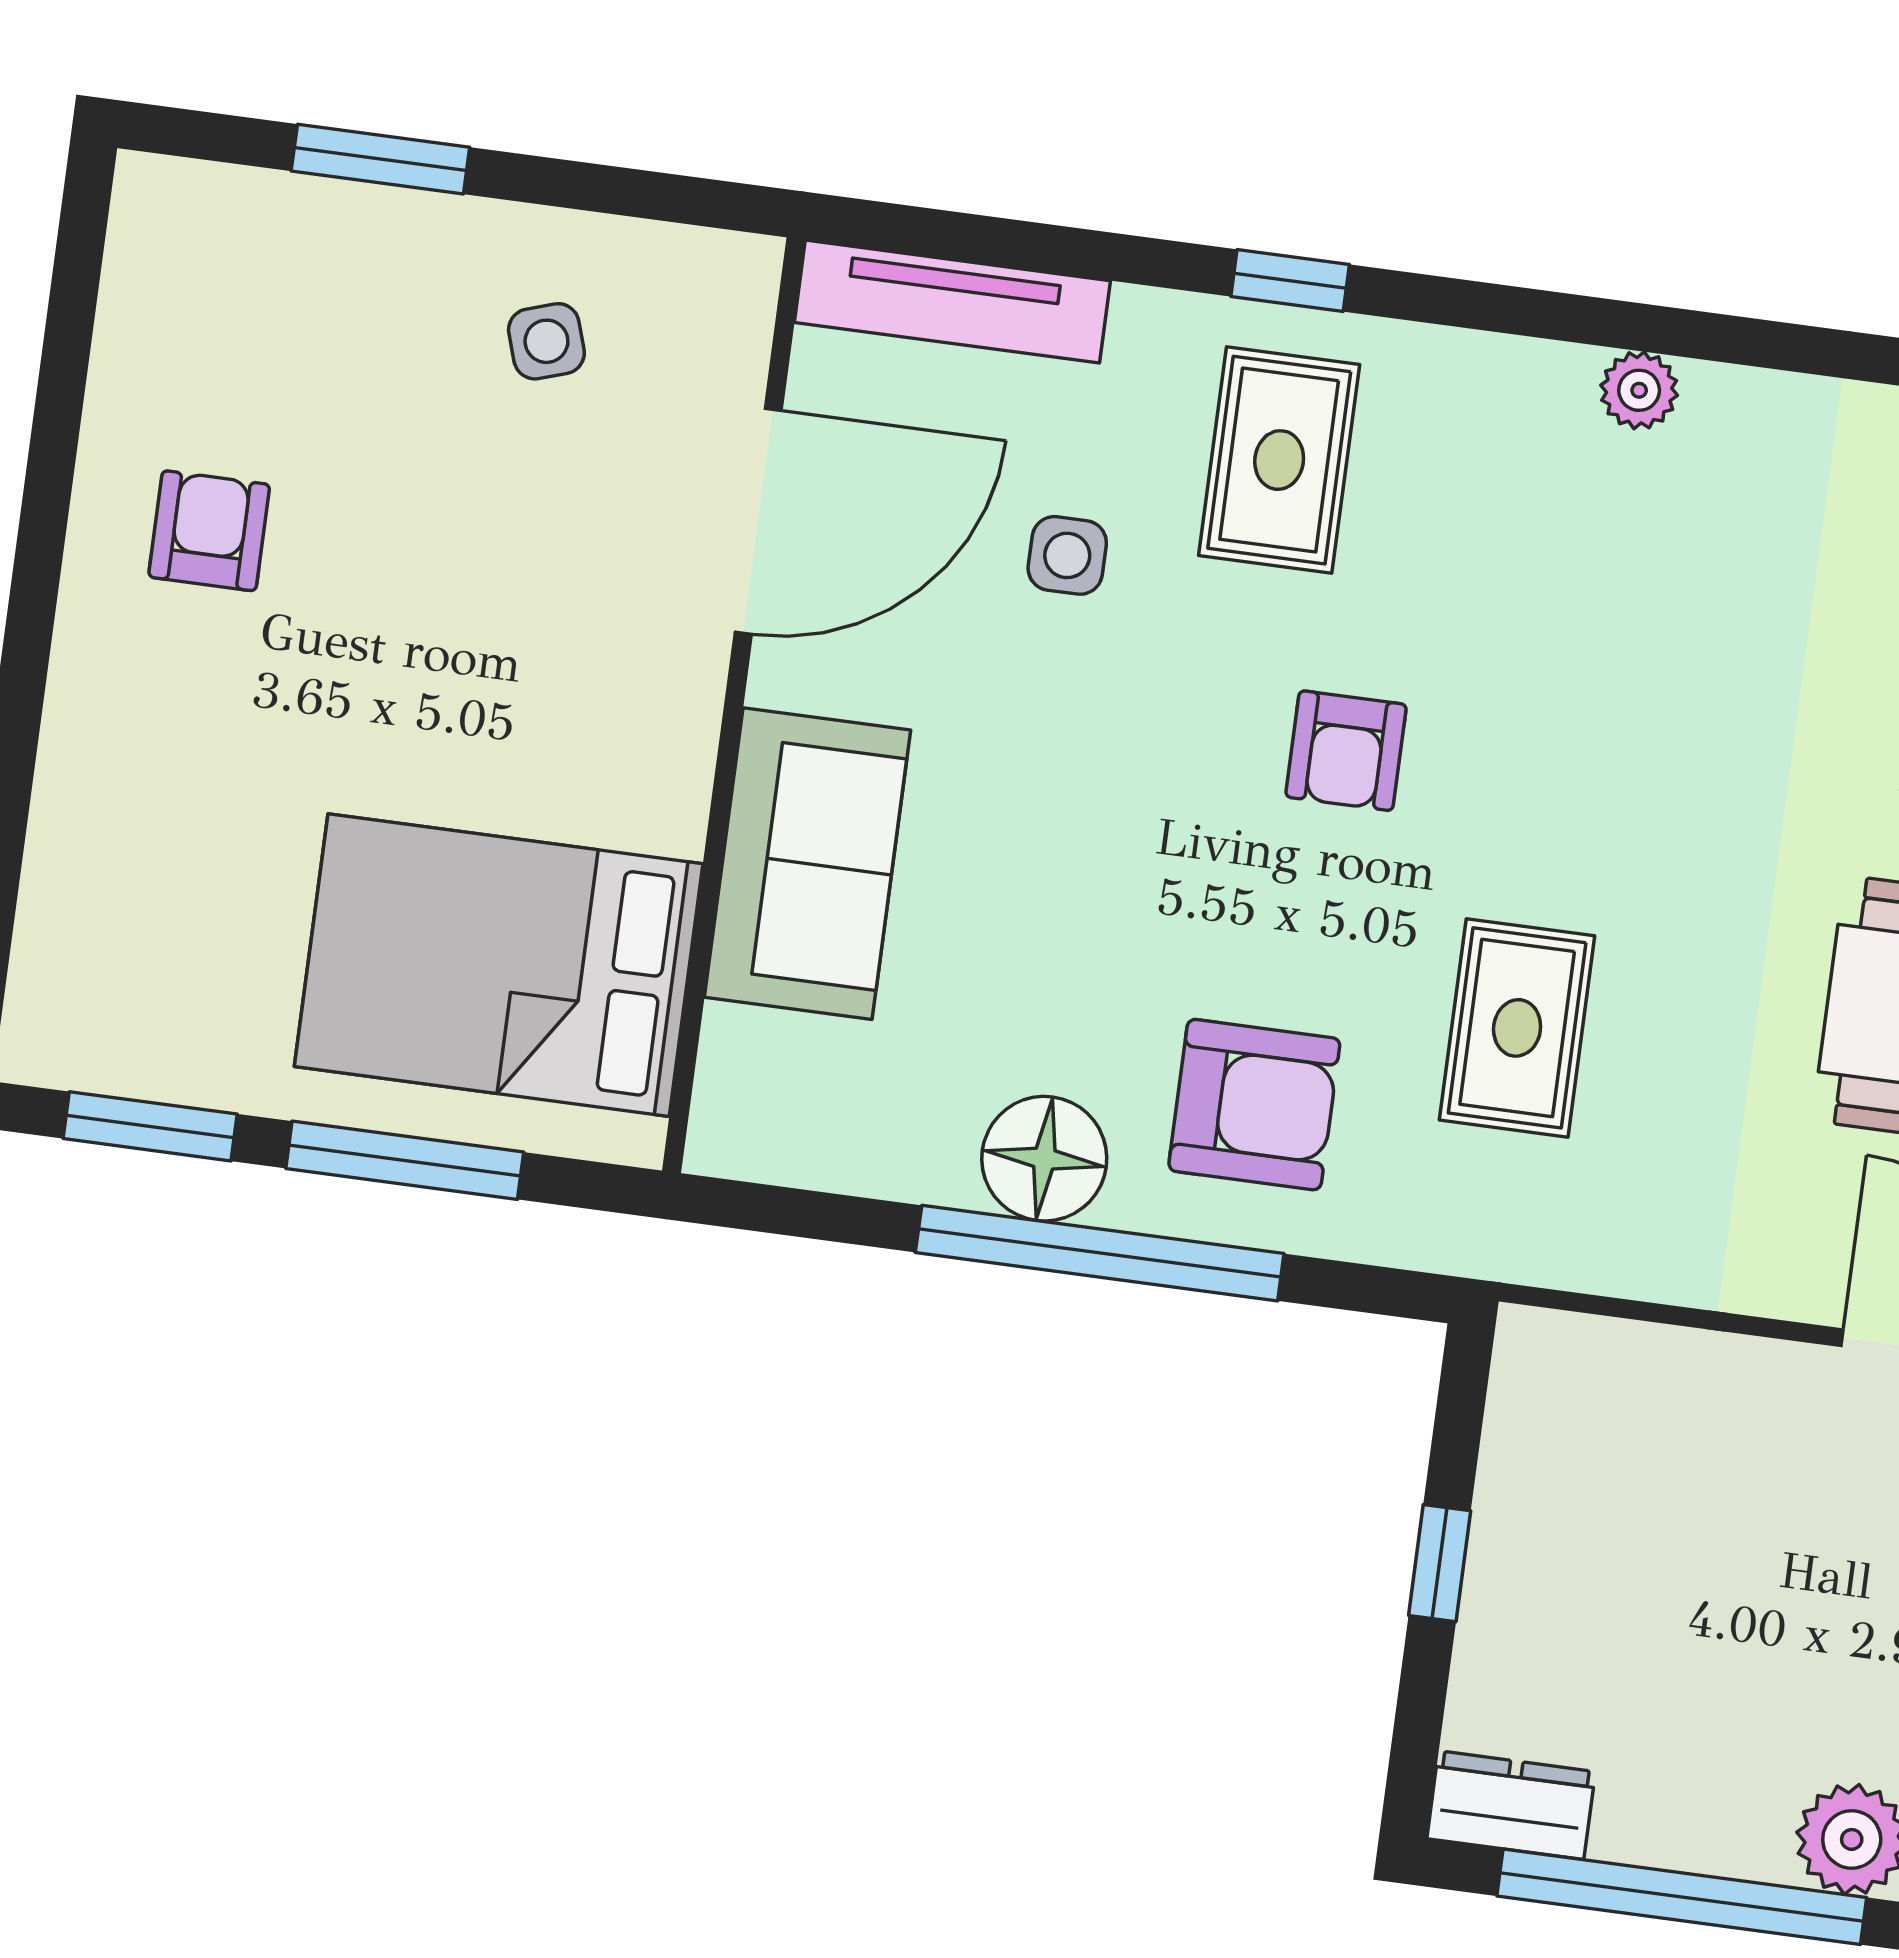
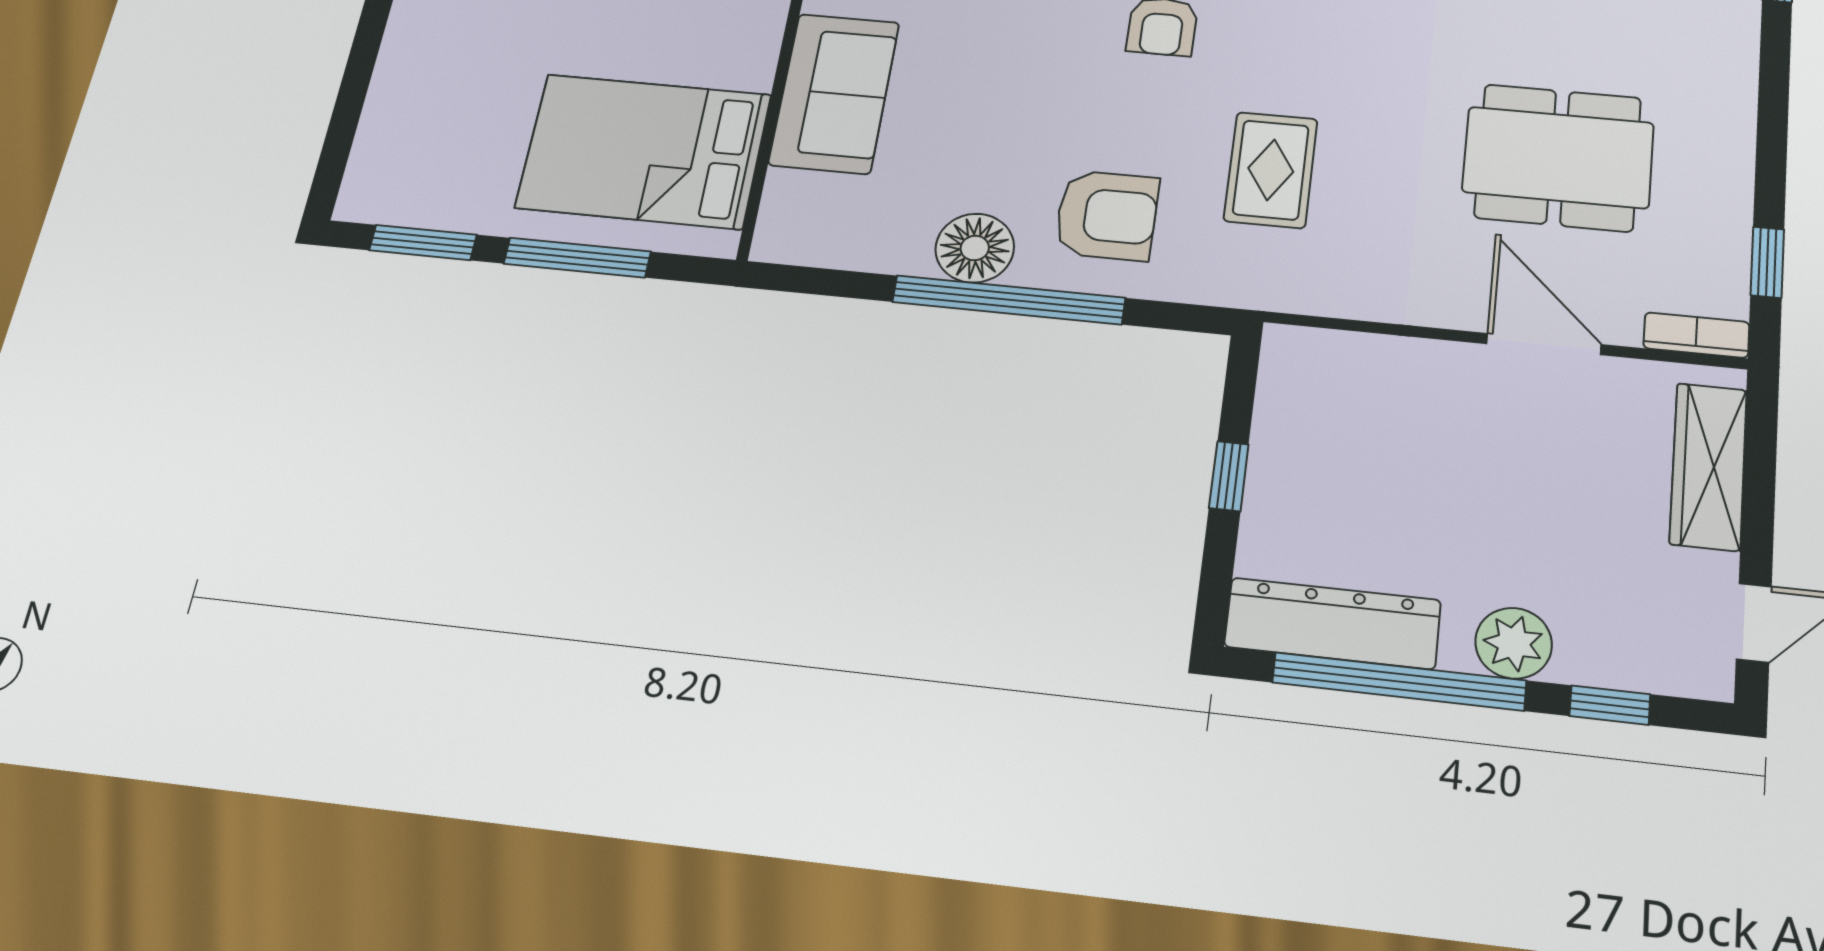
dresser: (1511, 1805) -> (1333, 623), width x1.96, depth x1.24

